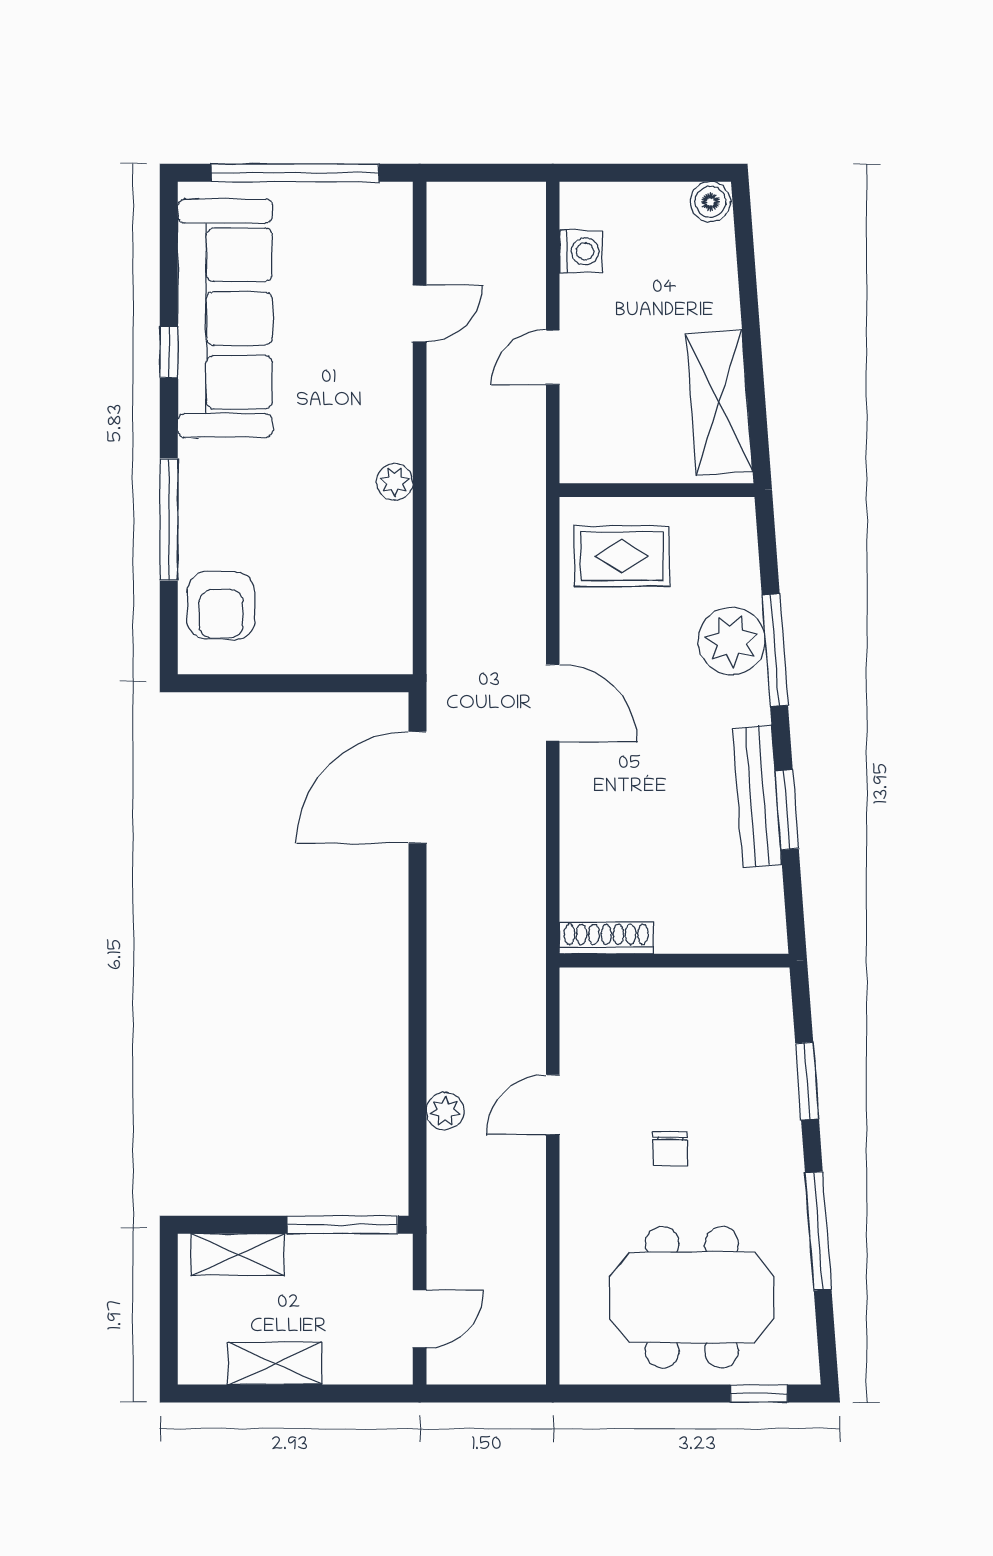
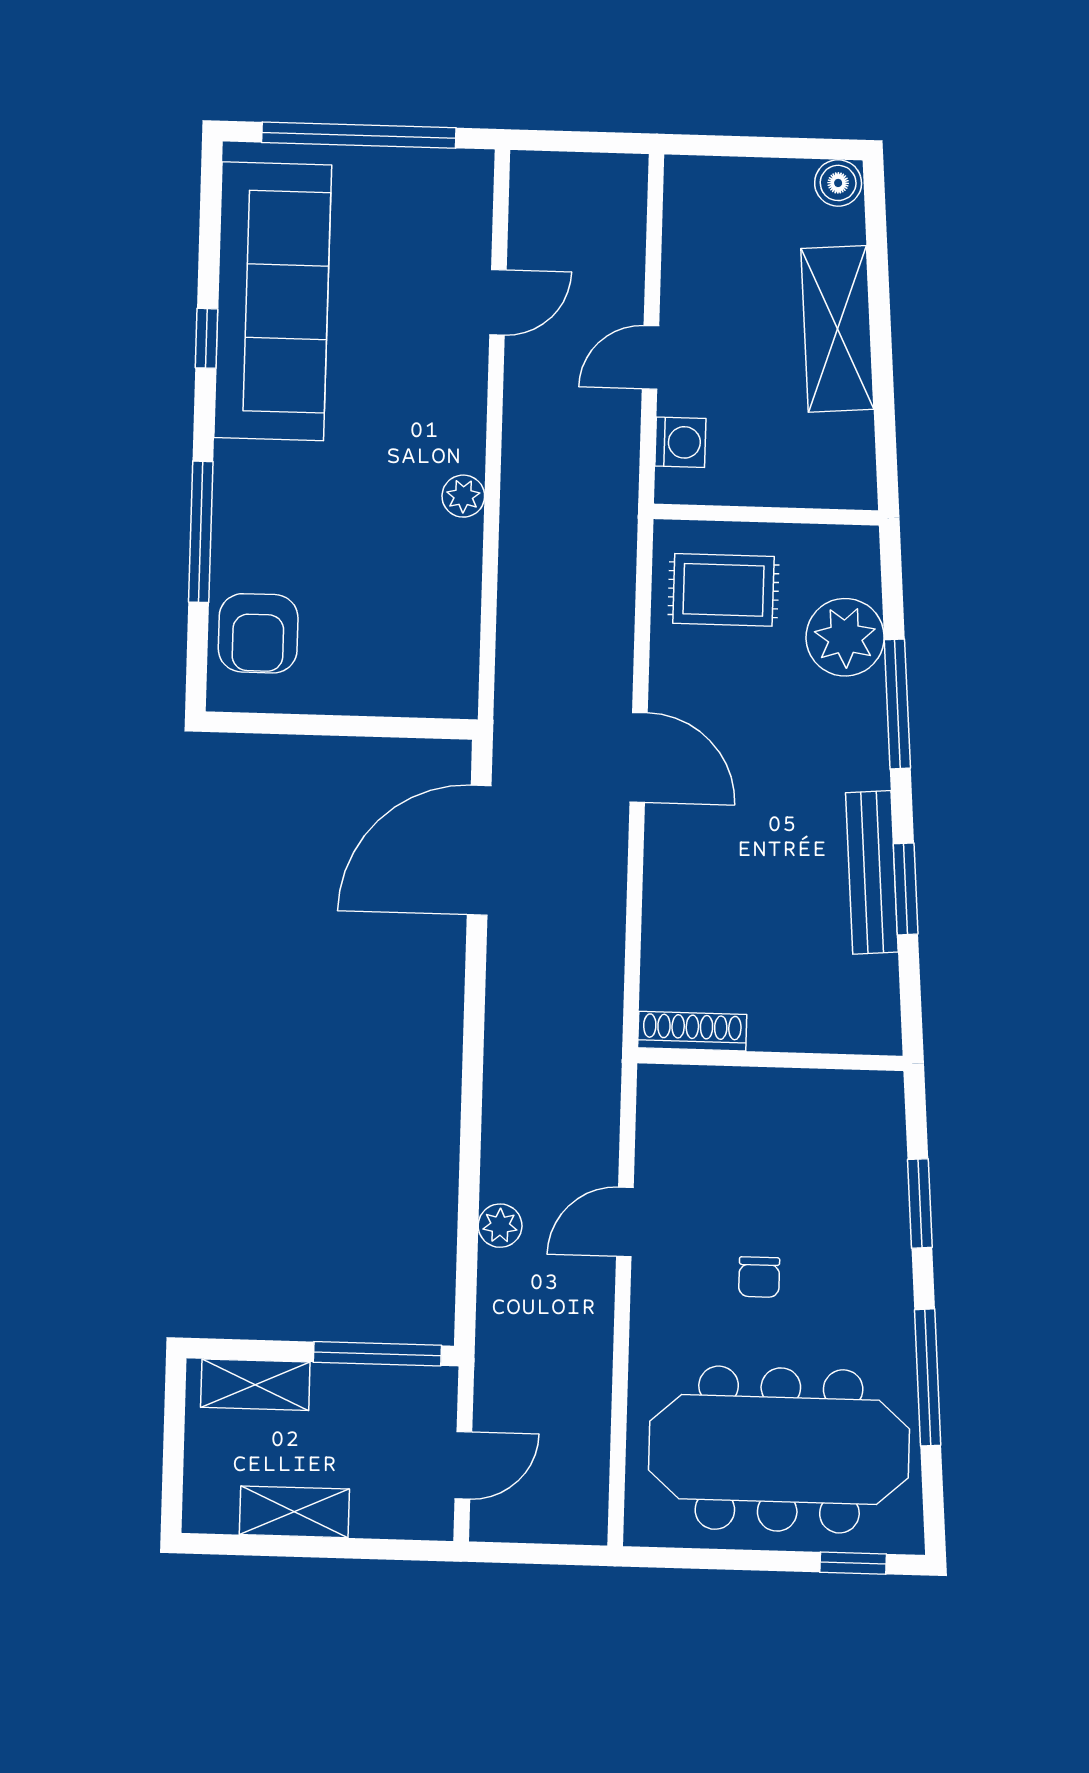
washing machine: (581, 251) -> (680, 442), moved
shelving: (719, 403) -> (837, 329), moved
plant: (732, 641) -> (845, 637), moved
meeting table: (692, 1297) -> (779, 1450), width x1.36

